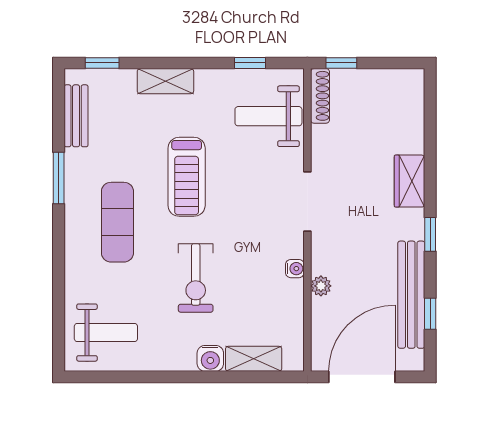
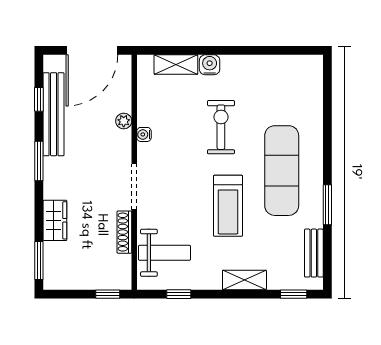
shoe rack: (320, 96) -> (124, 232), moved
window: (430, 106) -> (39, 260), added
treadmill: (187, 177) -> (228, 206), turned 180
wardrobe: (409, 181) -> (55, 220), moved
exercise mat: (117, 222) -> (282, 171), width x1.36, depth x1.45
window: (430, 234) -> (39, 161), width x1.50
weight bench: (106, 333) -> (291, 85), removed

